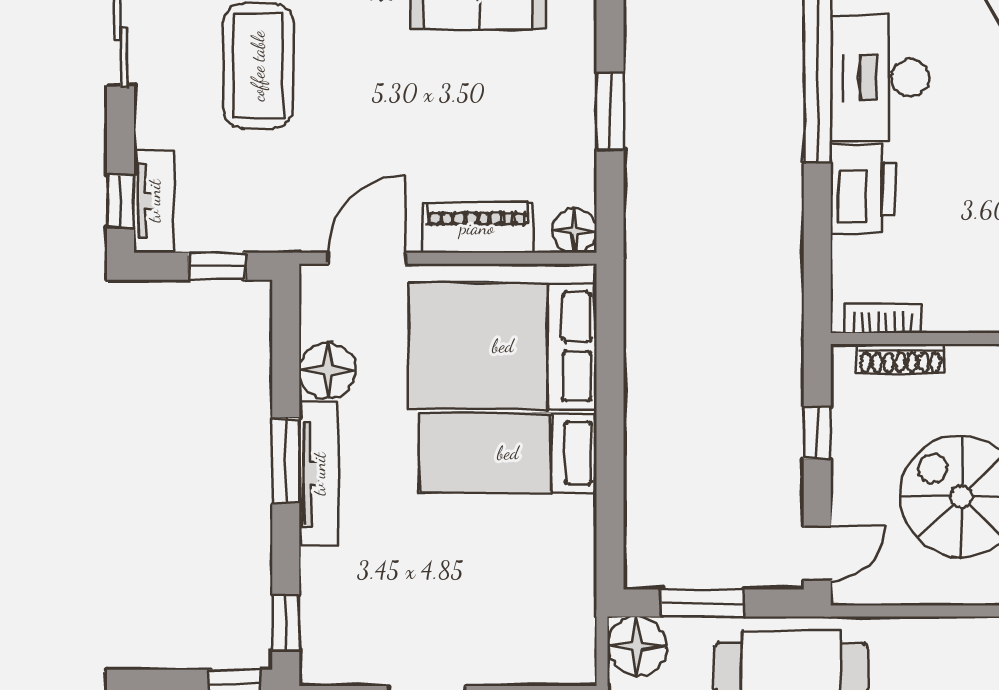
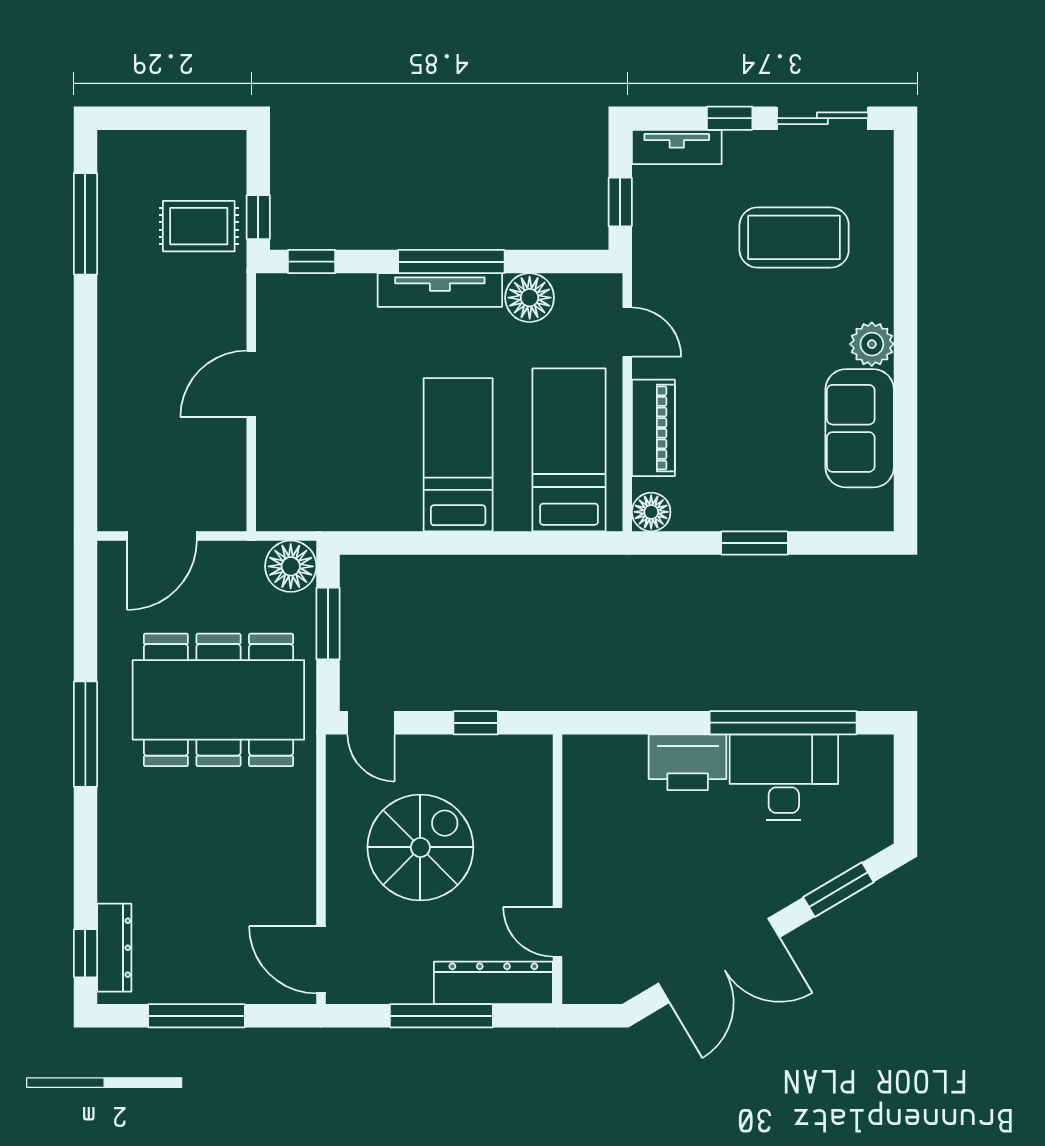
window: (121, 201) -> (730, 118), moved
door: (367, 258) -> (627, 332), width x0.73
bookcase: (883, 318) -> (575, 780), removed
bed: (503, 346) -> (569, 450), width x0.67
shoe rack: (900, 359) -> (540, 795), removed
window: (286, 461) -> (451, 262), width x1.44

